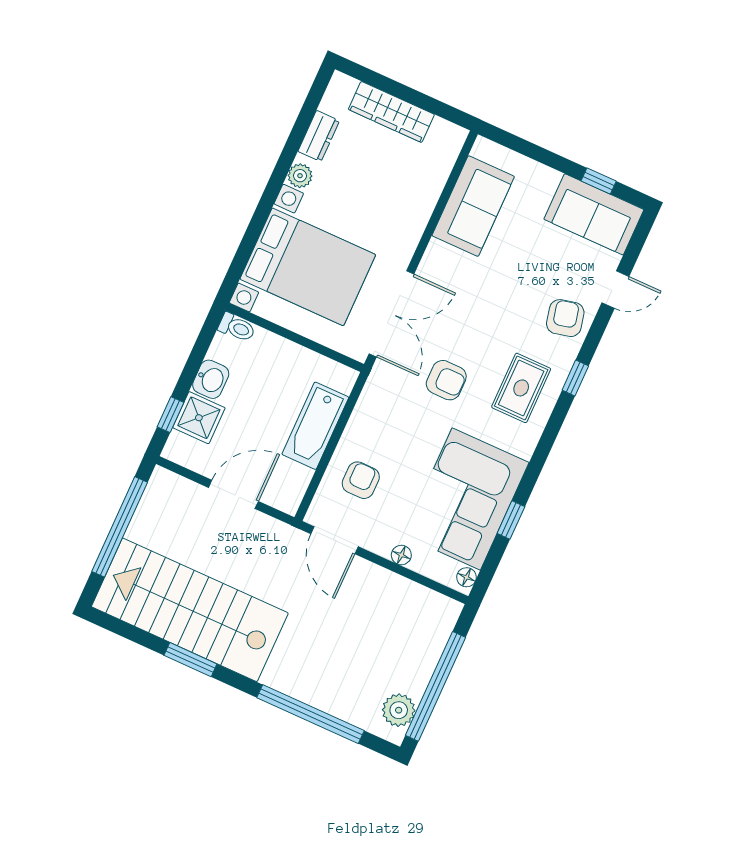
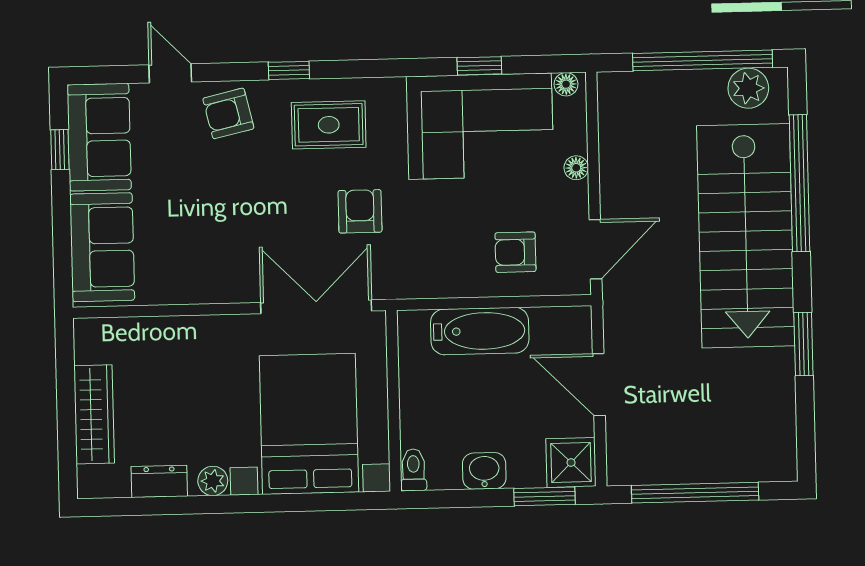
sofa: (473, 206) -> (102, 247), moved, turned 90
window: (170, 415) -> (545, 496), width x1.50
shower: (199, 418) -> (571, 463), moved
stairs: (190, 610) -> (746, 236), moved

